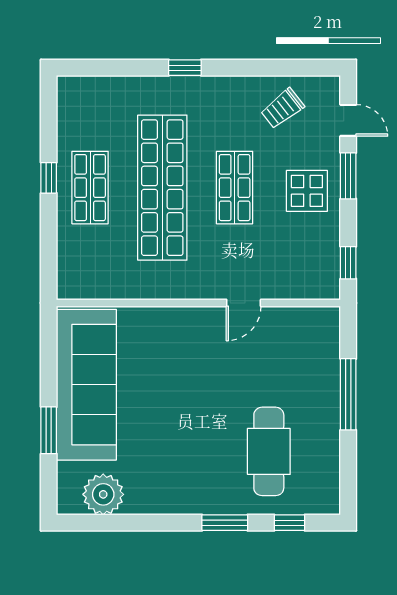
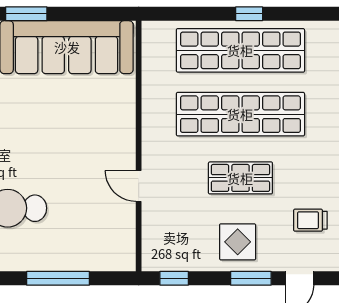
trolley: (282, 108) -> (310, 220), turned -52
shop shelf: (90, 188) -> (240, 50), width x2.00, depth x1.36

